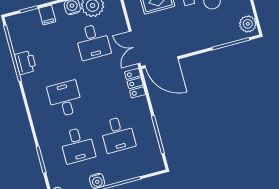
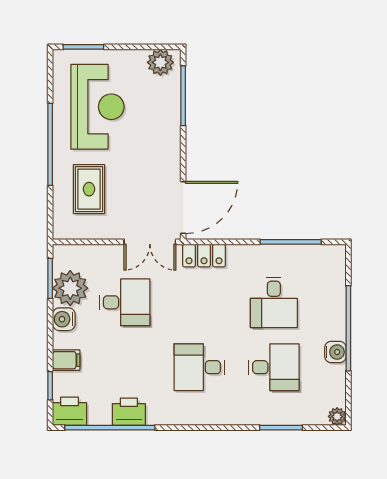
printer: (16, 26) -> (70, 411), added
desk: (118, 134) -> (274, 302), turned 90

